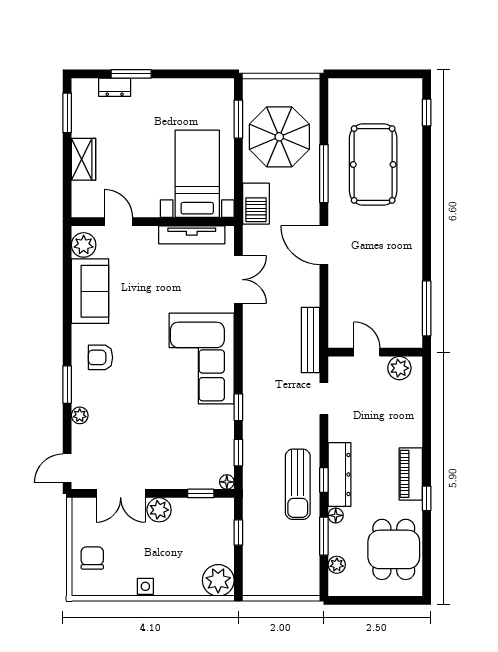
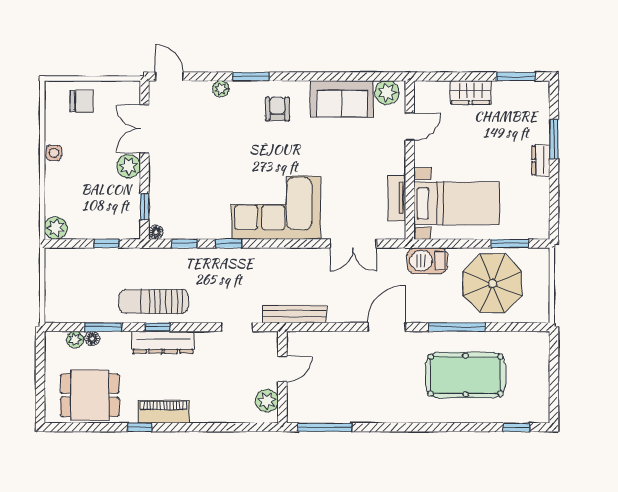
dresser: (115, 87) -> (541, 161), moved
tv unit: (192, 235) -> (397, 198), width x0.71
floor lamp: (336, 515) -> (92, 338), moved
plant: (218, 580) -> (56, 228), width x0.73, depth x0.73

